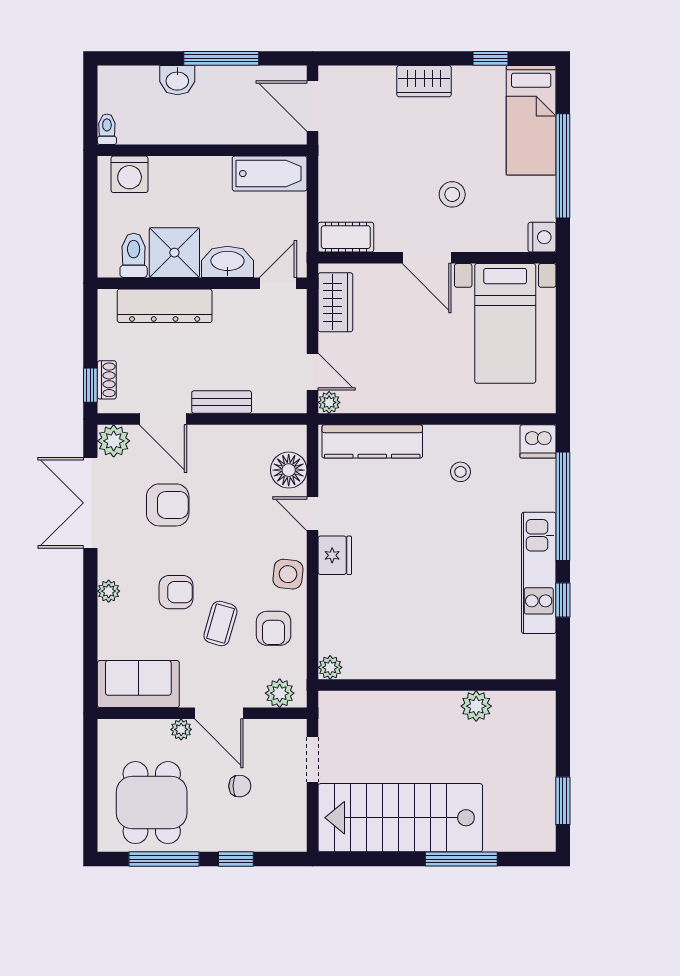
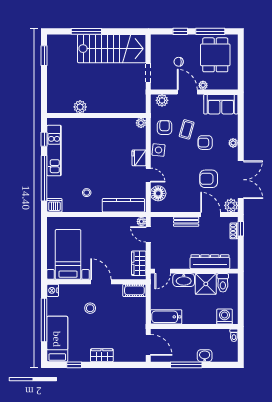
plant: (330, 667) -> (141, 123), moved
wall: (437, 685) -> (96, 116), moved
plant: (476, 706) -> (80, 107), moved

